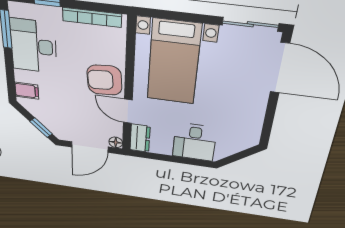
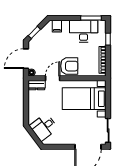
armchair: (104, 80) -> (69, 66), turned 94
desk: (194, 142) -> (44, 127), moved, turned -37
door: (90, 147) -> (26, 59), hinge flipped

